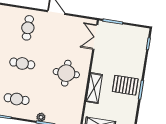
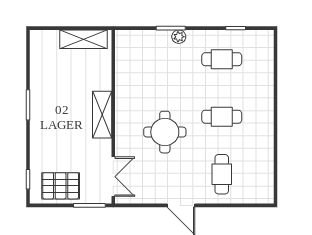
round table: (66, 73) -> (165, 132), moved
pallet: (125, 85) -> (61, 186), moved
shelving: (94, 88) -> (102, 115), moved

